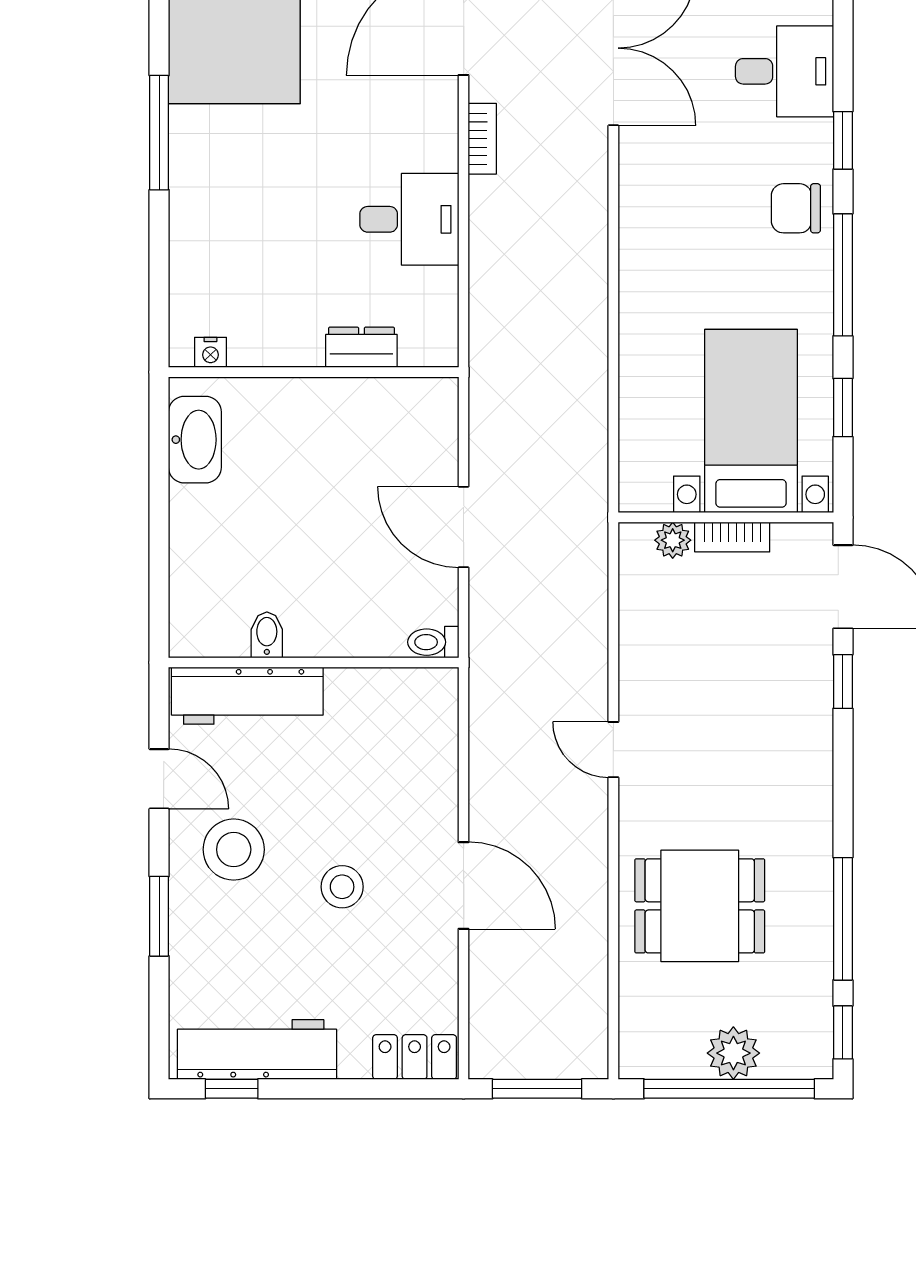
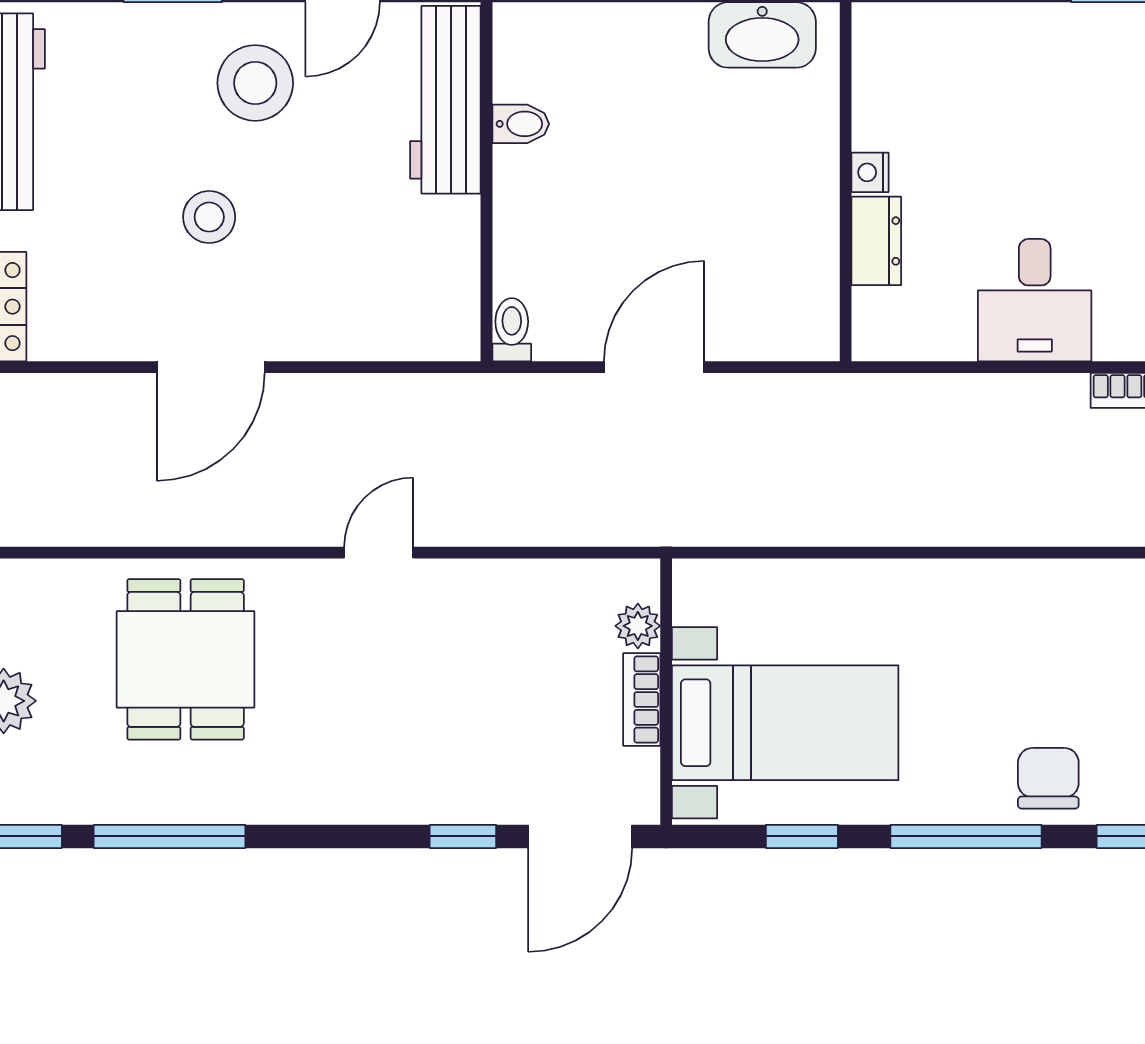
nightstand: (210, 352) -> (870, 172), moved

